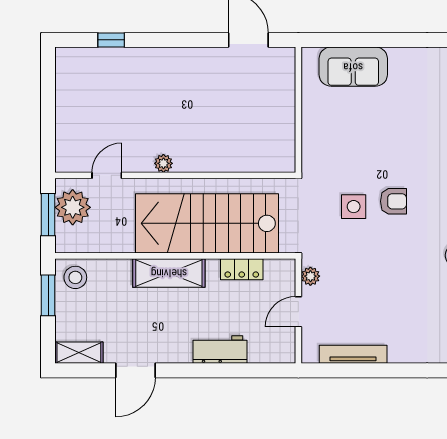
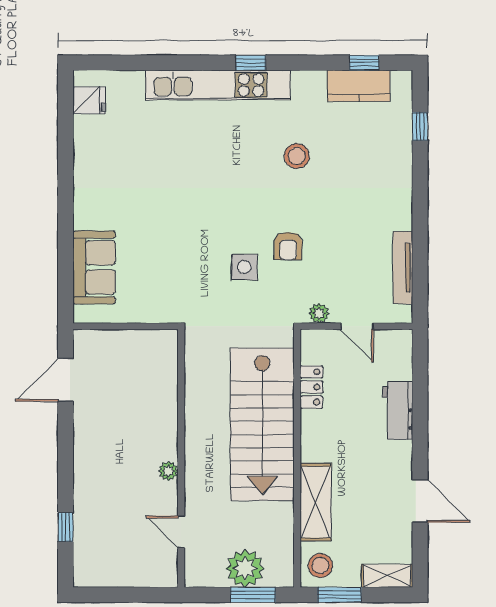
plant: (163, 163) -> (168, 471), moved
door: (107, 175) -> (181, 532), moved
wall: (175, 175) -> (181, 458), moved
armchair: (393, 201) -> (288, 246), moved, turned 180
shelving: (169, 273) -> (316, 502), moved
shelving: (79, 353) -> (387, 576), moved, turned 90

